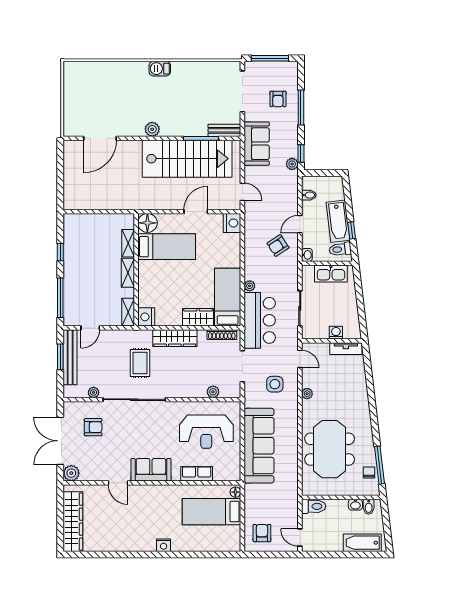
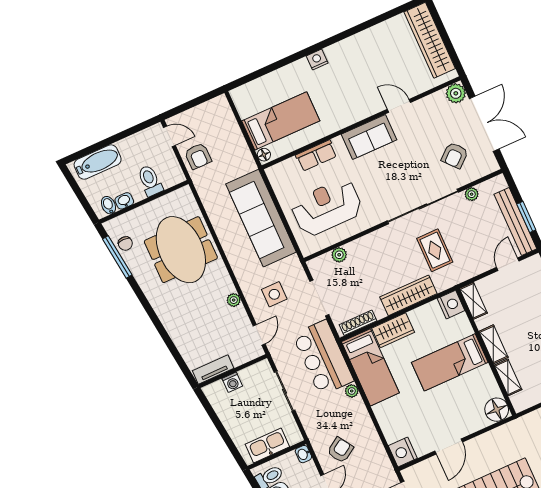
bed: (167, 247) -> (450, 362), moved
door: (300, 359) -> (259, 335), swing flipped
armchair: (93, 427) -> (455, 155), turned -41
toilet: (314, 506) -> (150, 181), moved, turned 90
armchair: (262, 533) -> (198, 156), moved

